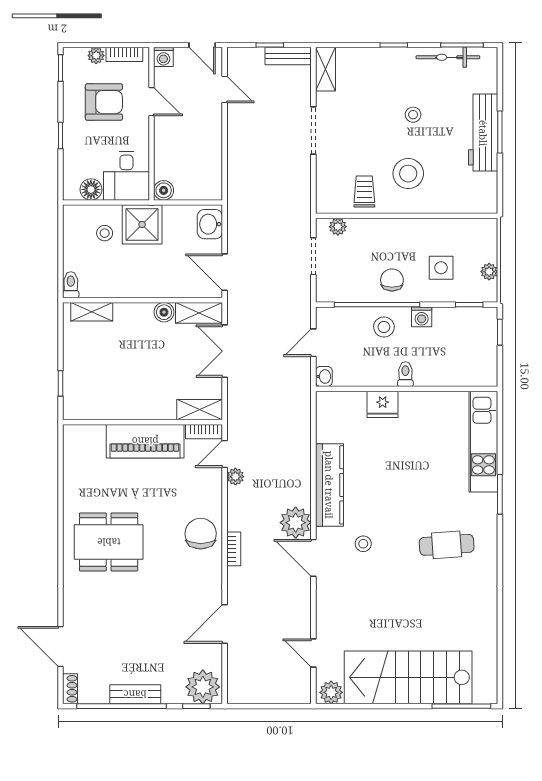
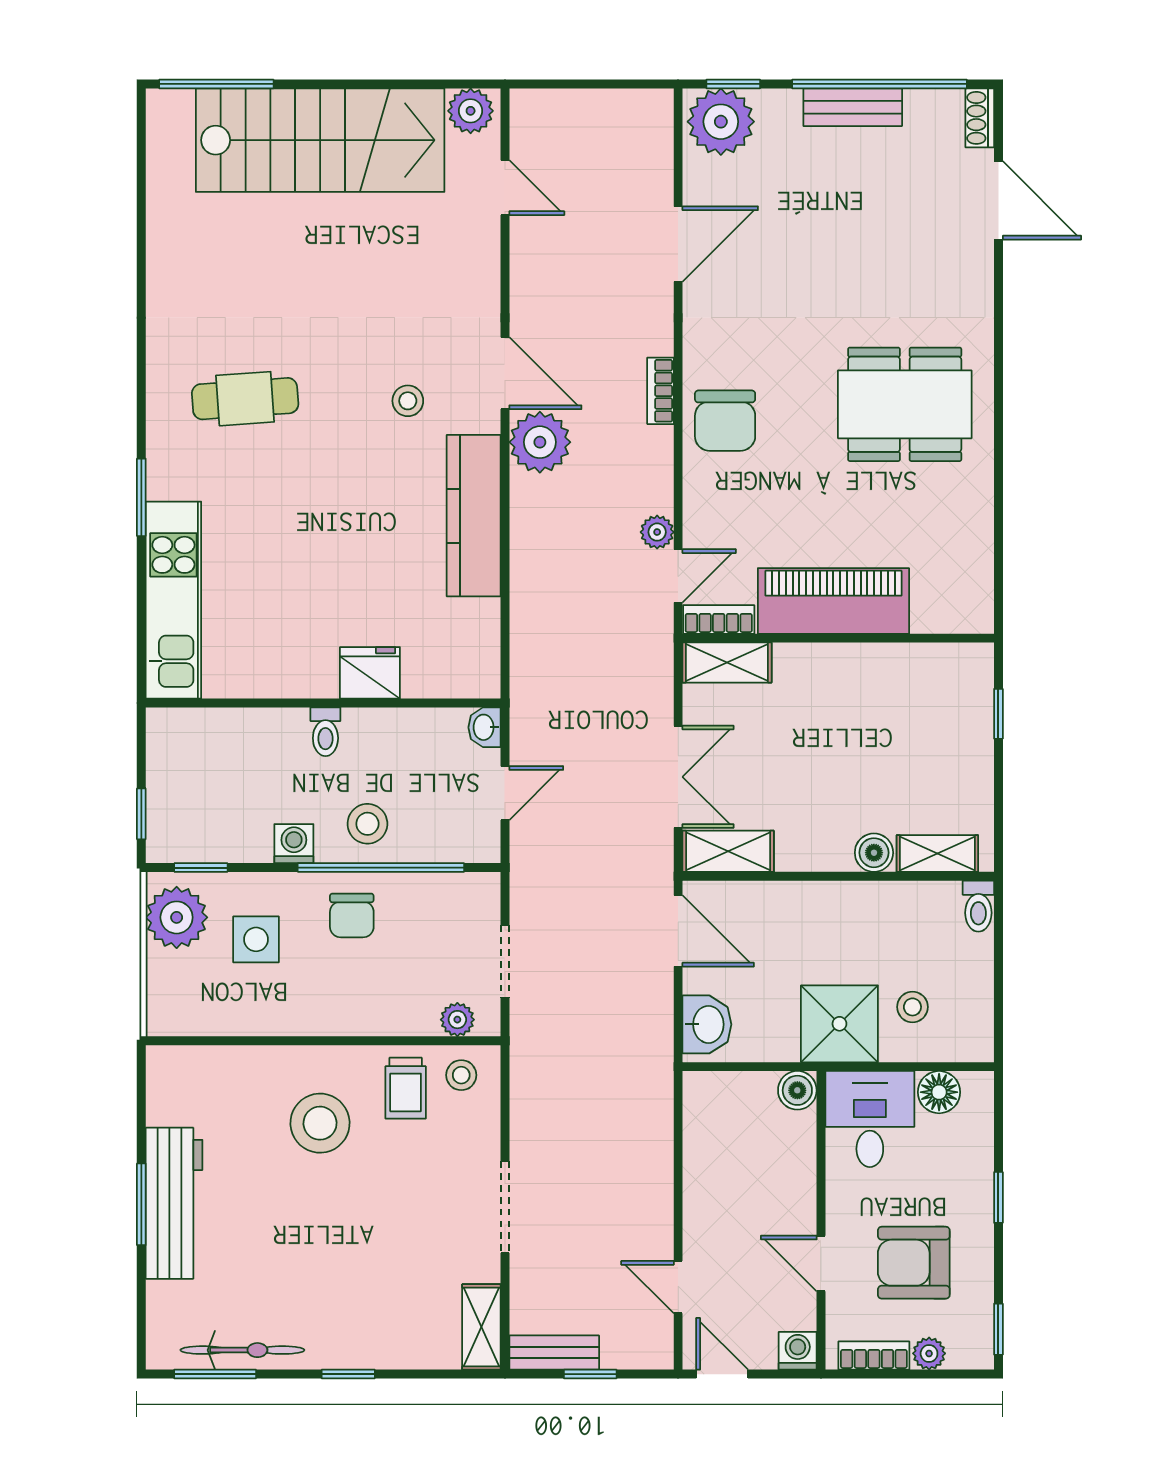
stool: (413, 115) -> (461, 1075), moved
plant: (489, 272) -> (177, 917), width x1.88, depth x1.88
boiler: (164, 312) -> (874, 853), moved

